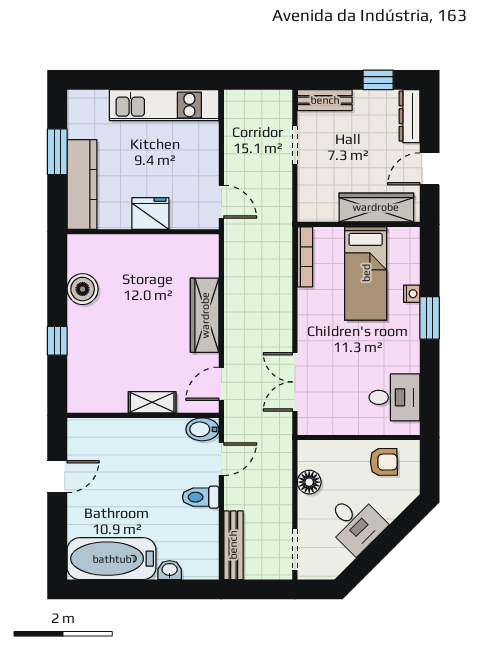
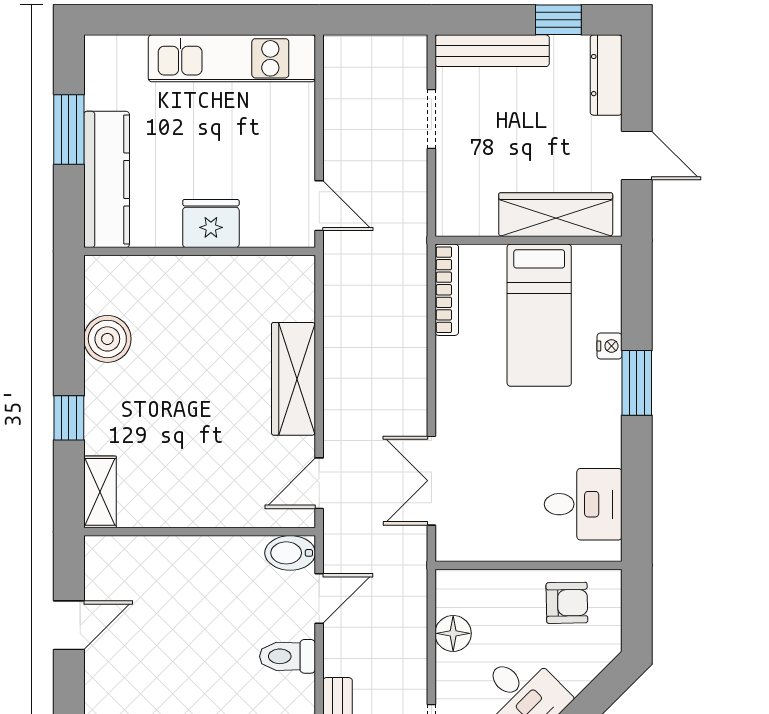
bench: (325, 100) -> (492, 51), width x1.36
door: (430, 169) -> (637, 156), swing flipped
shelving: (152, 402) -> (100, 492), moved, turned 90

